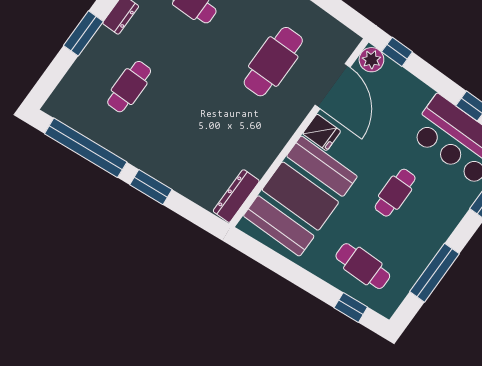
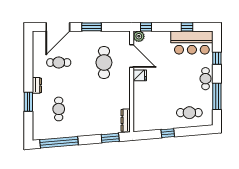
window: (151, 187) -> (110, 138), moved
cafe table: (395, 193) -> (206, 79), moved
booth: (300, 196) -> (149, 104), removed
window: (351, 307) -> (168, 133), moved

